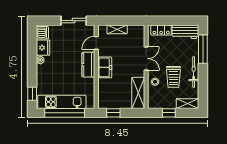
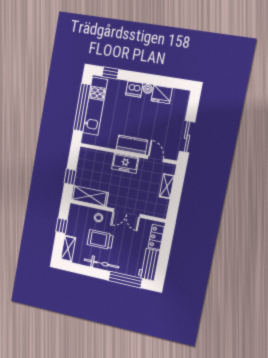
dishwasher: (42, 33) -> (134, 89), moved
window: (113, 113) -> (70, 177), moved

